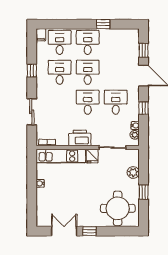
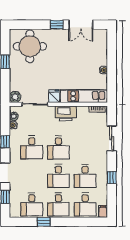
desk: (116, 42) -> (32, 204), added
plant: (133, 172) -> (15, 97), moved

